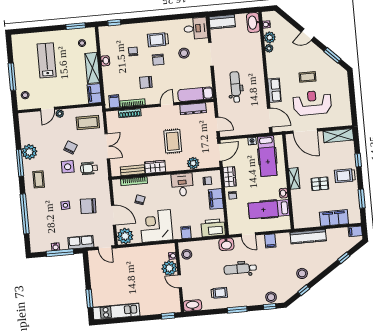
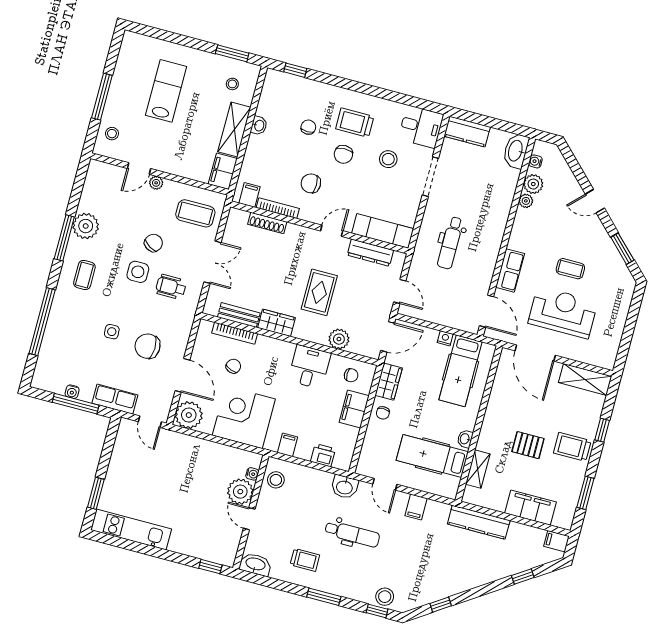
dental chair: (236, 87) -> (450, 243), turned 180
shelving: (294, 178) -> (478, 469), moved
printer: (213, 228) -> (323, 455), width x0.53, depth x0.68
dental chair: (240, 269) -> (352, 534), turned 180
stool: (302, 273) -> (448, 577), removed

